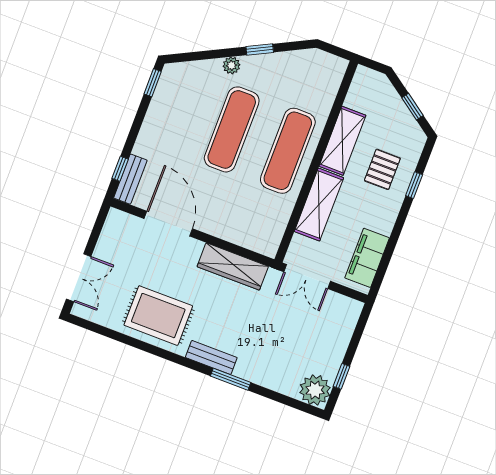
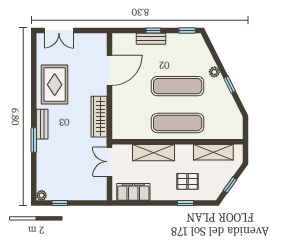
shelving: (342, 141) -> (213, 152), moved
window: (120, 169) -> (153, 31), moved
bench: (130, 179) -> (151, 39), moved
plant: (315, 390) -> (42, 195), width x0.53, depth x0.53

